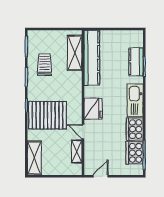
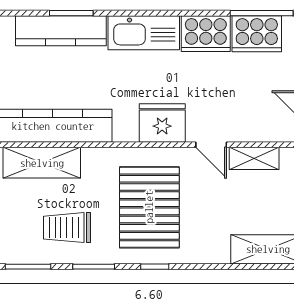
kitchen counter: (136, 62) -> (61, 31), width x1.50
pallet: (48, 115) -> (149, 207), moved
door: (83, 132) -> (211, 145), hinge flipped

